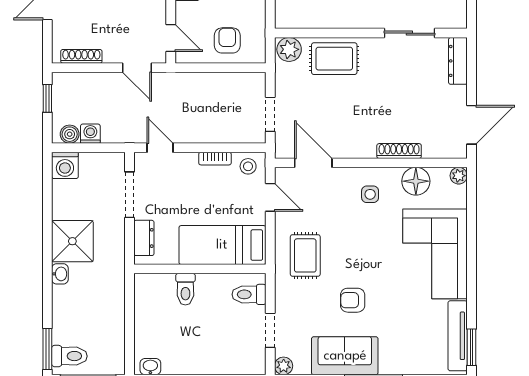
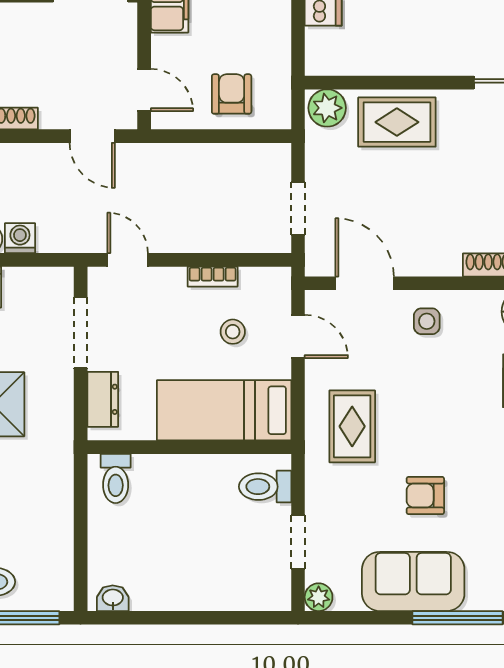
stool: (248, 166) -> (233, 332), moved
side table: (370, 194) -> (427, 321), moved
toilet: (185, 289) -> (116, 478), moved

